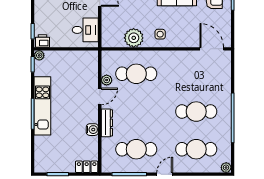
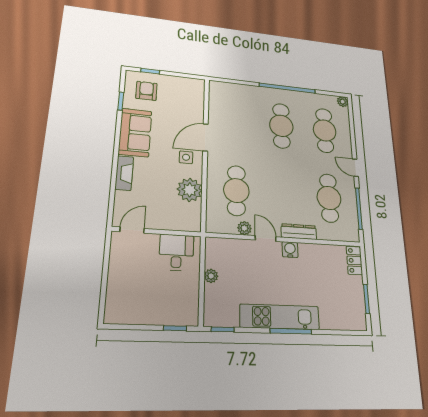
printer: (43, 41) -> (190, 314), removed
door: (212, 49) -> (205, 137), moved
plant: (39, 55) -> (211, 276), moved
water cooler: (92, 130) -> (290, 250), moved

